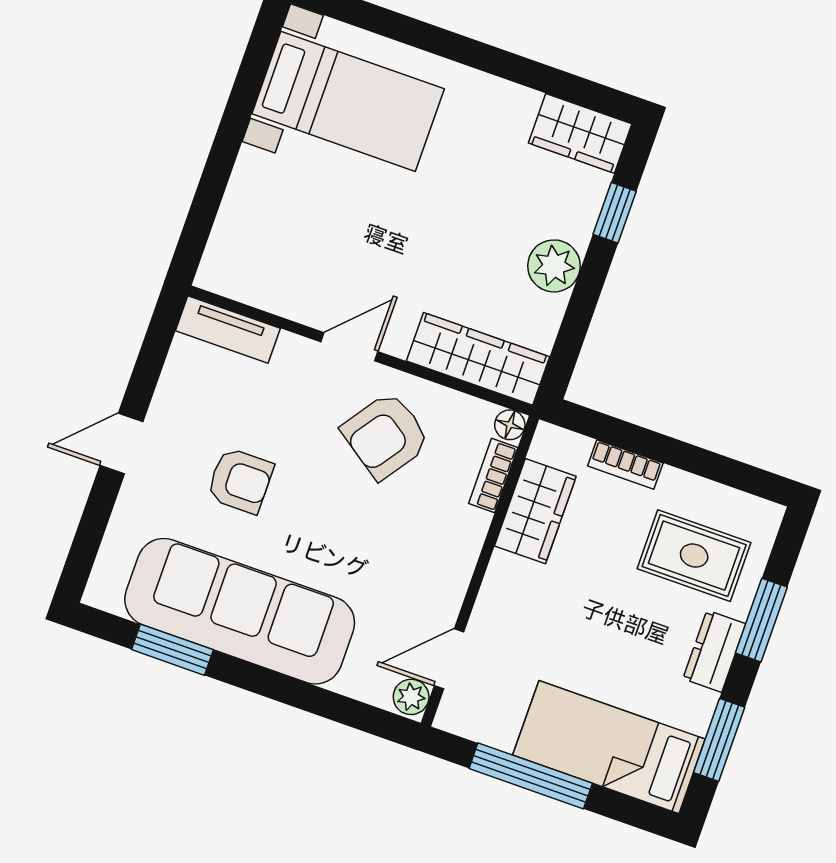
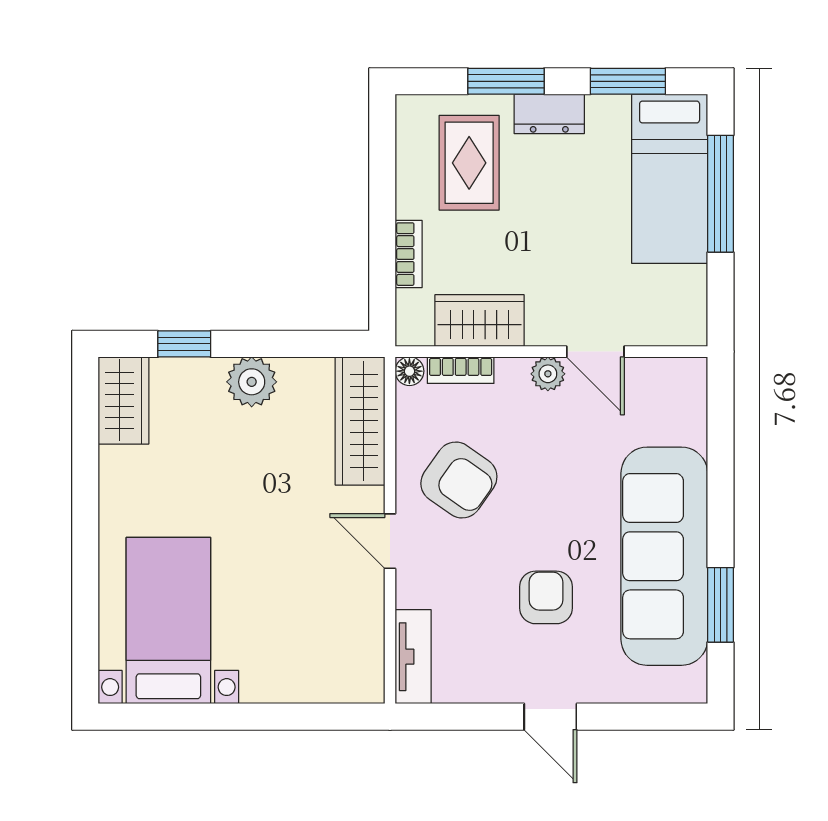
door: (449, 659) -> (595, 352), moved
plant: (411, 697) -> (548, 374), moved
window: (531, 776) -> (721, 194), moved

